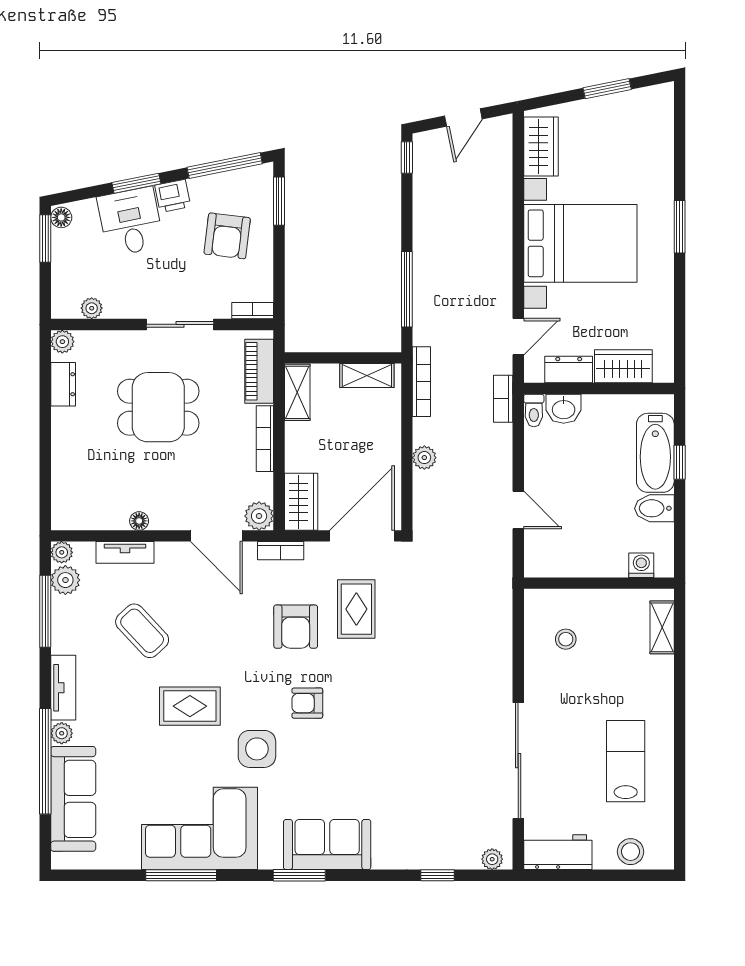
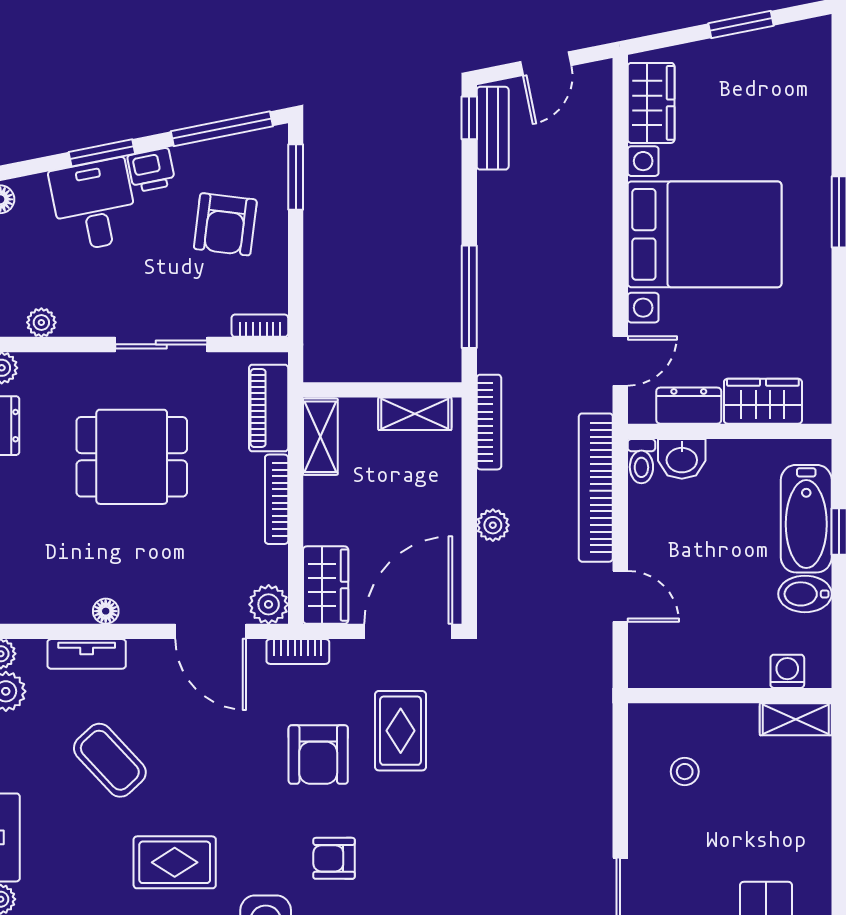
bench: (424, 165) -> (493, 128), added
bookcase: (503, 399) -> (596, 488), width x2.31, depth x1.31
shelving: (662, 627) -> (796, 719), moved, turned 90

